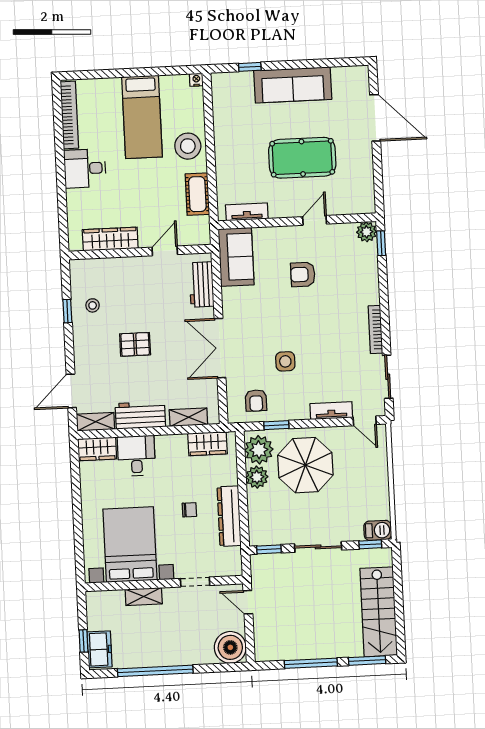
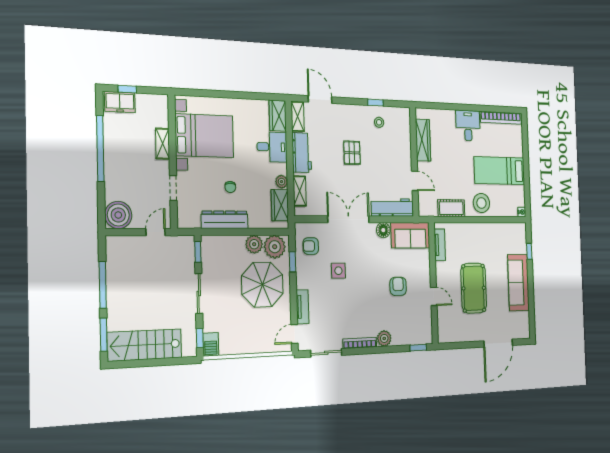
plant: (367, 232) -> (384, 338), moved
workbench: (202, 285) -> (392, 207), width x1.38
floor lamp: (231, 297) -> (383, 230), added
plant: (178, 442) -> (282, 182), added

